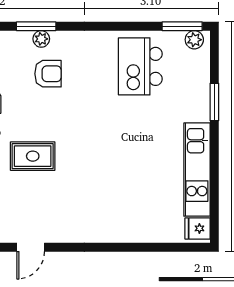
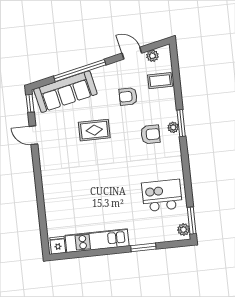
armchair: (48, 74) -> (150, 134), turned -90
rug: (33, 156) -> (94, 130), turned 90

